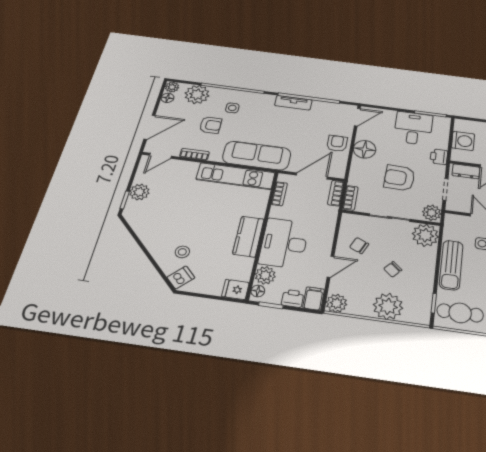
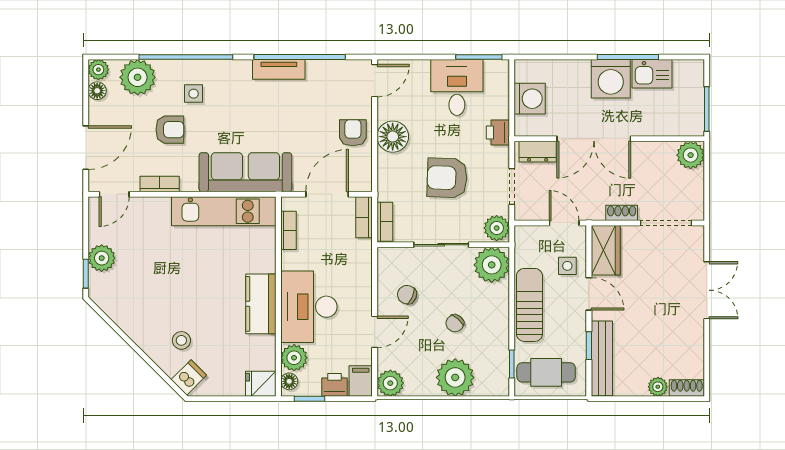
sun lounger: (451, 265) -> (529, 305), turned 180

